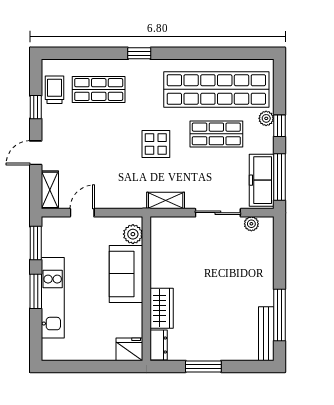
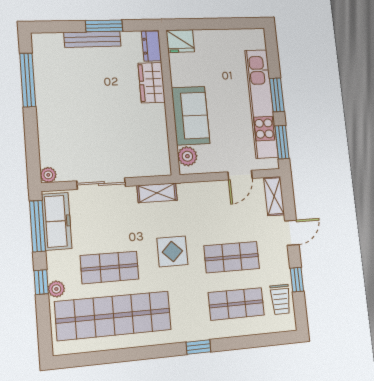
shop shelf: (99, 134) -> (232, 257), added
plant: (251, 224) -> (48, 175), moved
kitchen unit: (53, 298) -> (261, 104), width x1.36
bench: (266, 334) -> (92, 39), moved, turned 90

